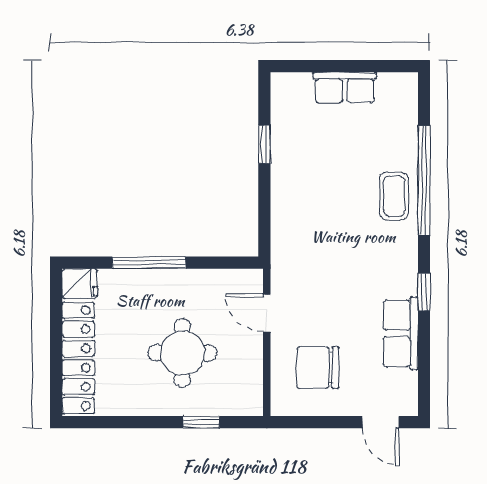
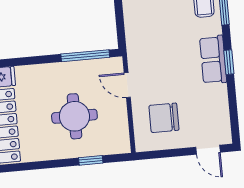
window: (149, 263) -> (85, 56), moved
row of seats: (401, 333) -> (213, 60), moved

